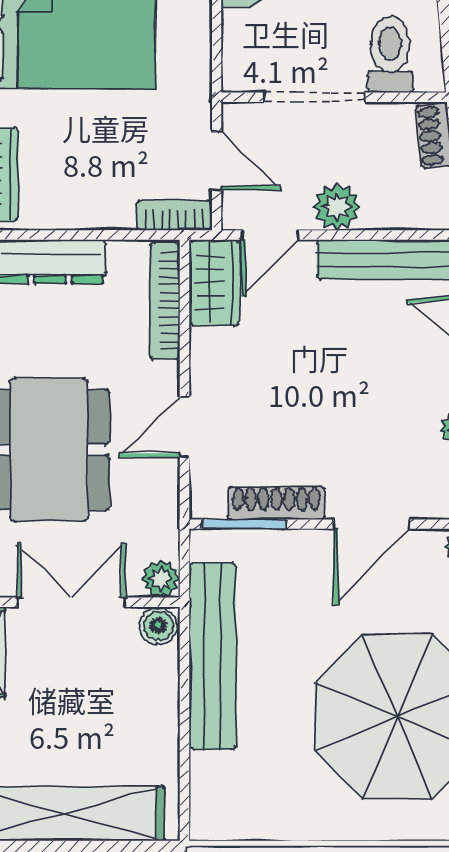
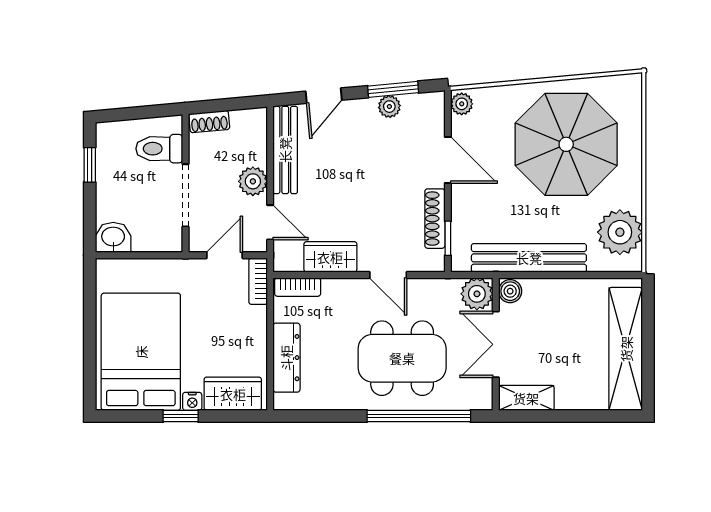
wardrobe: (214, 283) -> (330, 257), moved
bookcase: (165, 301) -> (298, 287), width x0.64
window: (244, 524) -> (448, 238), width x0.67
plant: (161, 579) -> (477, 294), width x1.38, depth x1.38
plant: (254, 804) -> (620, 232), added

